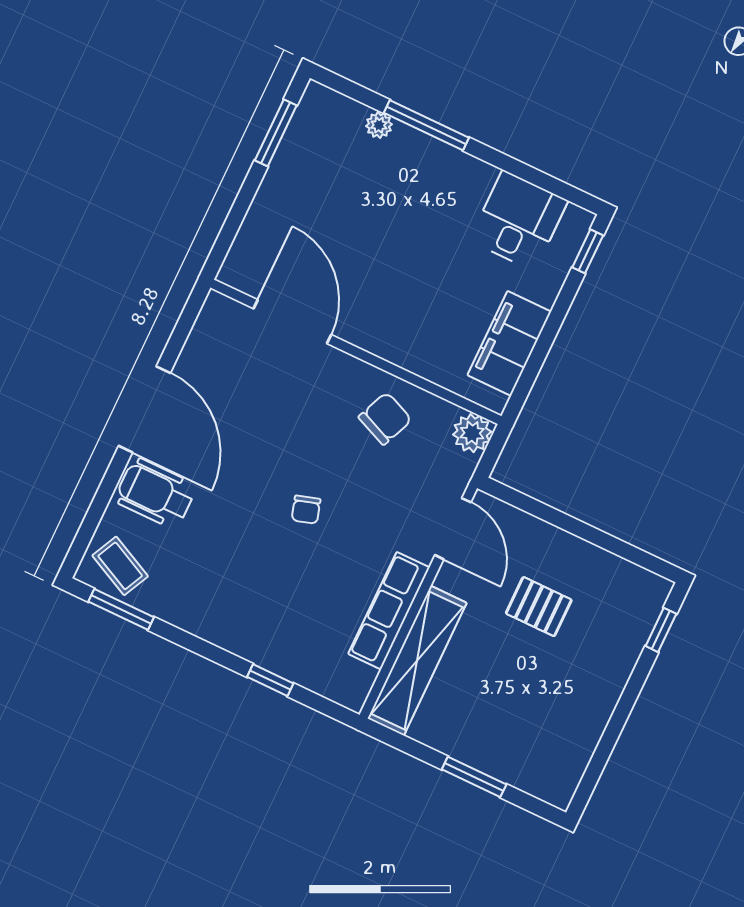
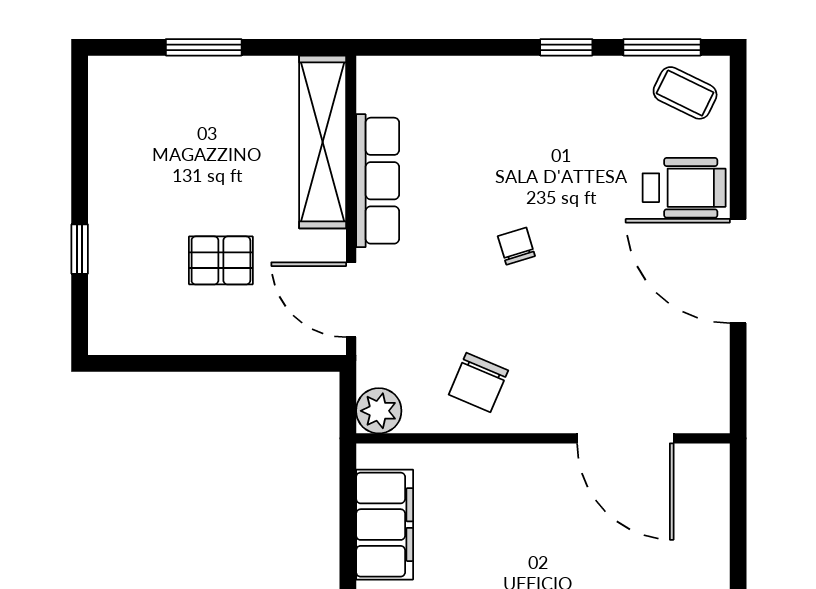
window: (661, 630) -> (80, 249), moved
window: (270, 680) -> (566, 47), moved

